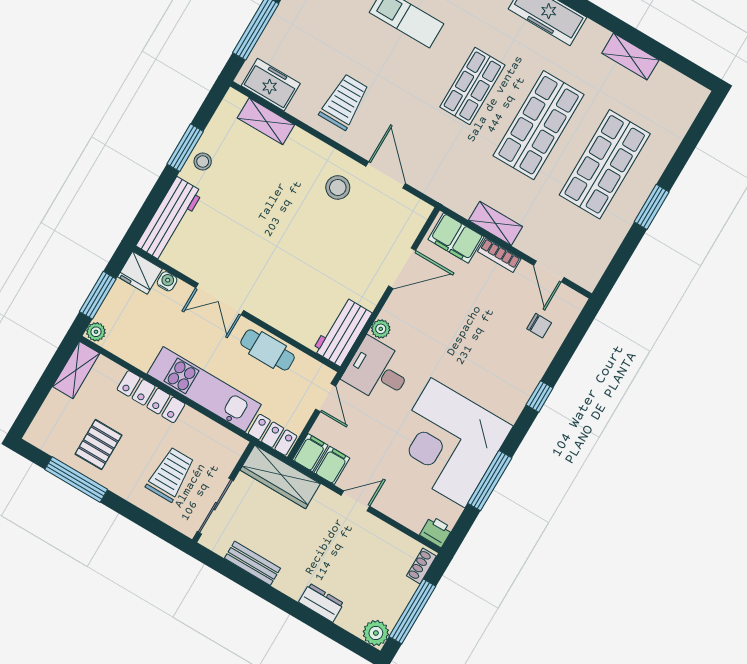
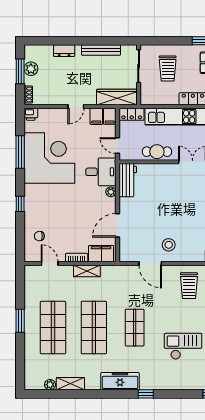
plant: (664, 75) -> (50, 385), added
bench: (252, 563) -> (101, 50), width x1.36
window: (412, 611) -> (20, 71), width x0.69
plant: (376, 633) -> (31, 69), moved

